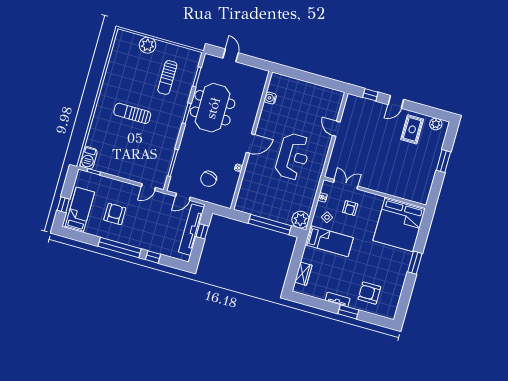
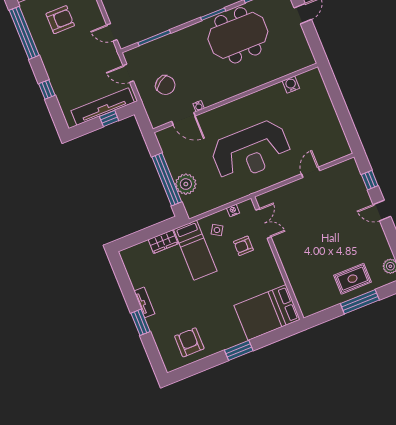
rug: (412, 129) -> (352, 279), moved
door: (250, 143) -> (184, 119), moved
reception desk: (293, 156) -> (251, 151), width x1.36, depth x1.30
window: (443, 161) -> (360, 302), width x1.44
chair: (209, 179) -> (165, 85), turned -141
plant: (300, 220) -> (186, 184), moved
bed: (399, 224) -> (267, 313), width x0.73
window: (120, 248) -> (24, 33), moved
wardrobe: (303, 274) -> (163, 242), moved
armchair: (369, 293) -> (189, 342), moved

